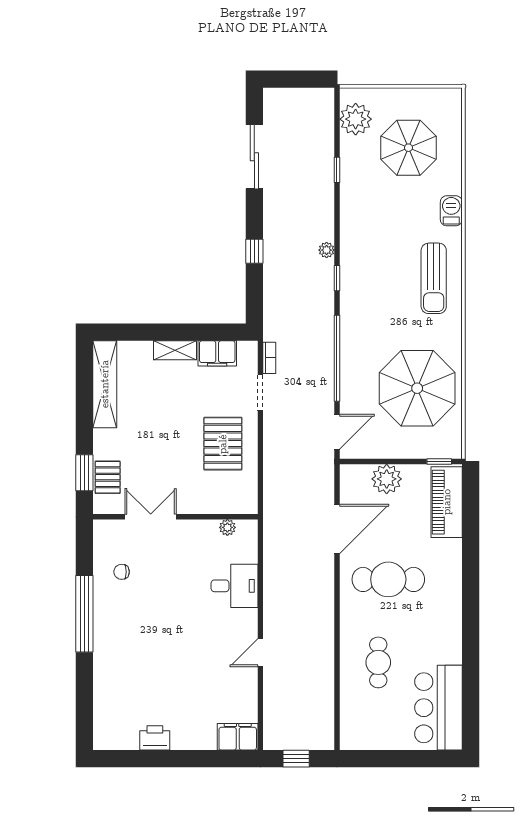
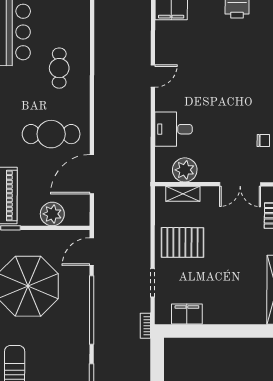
shelving: (175, 350) -> (183, 194), moved
bookcase: (269, 358) -> (145, 326), moved
pallet: (223, 444) -> (182, 242), turned 90
plant: (227, 527) -> (185, 170), width x1.87, depth x1.87

